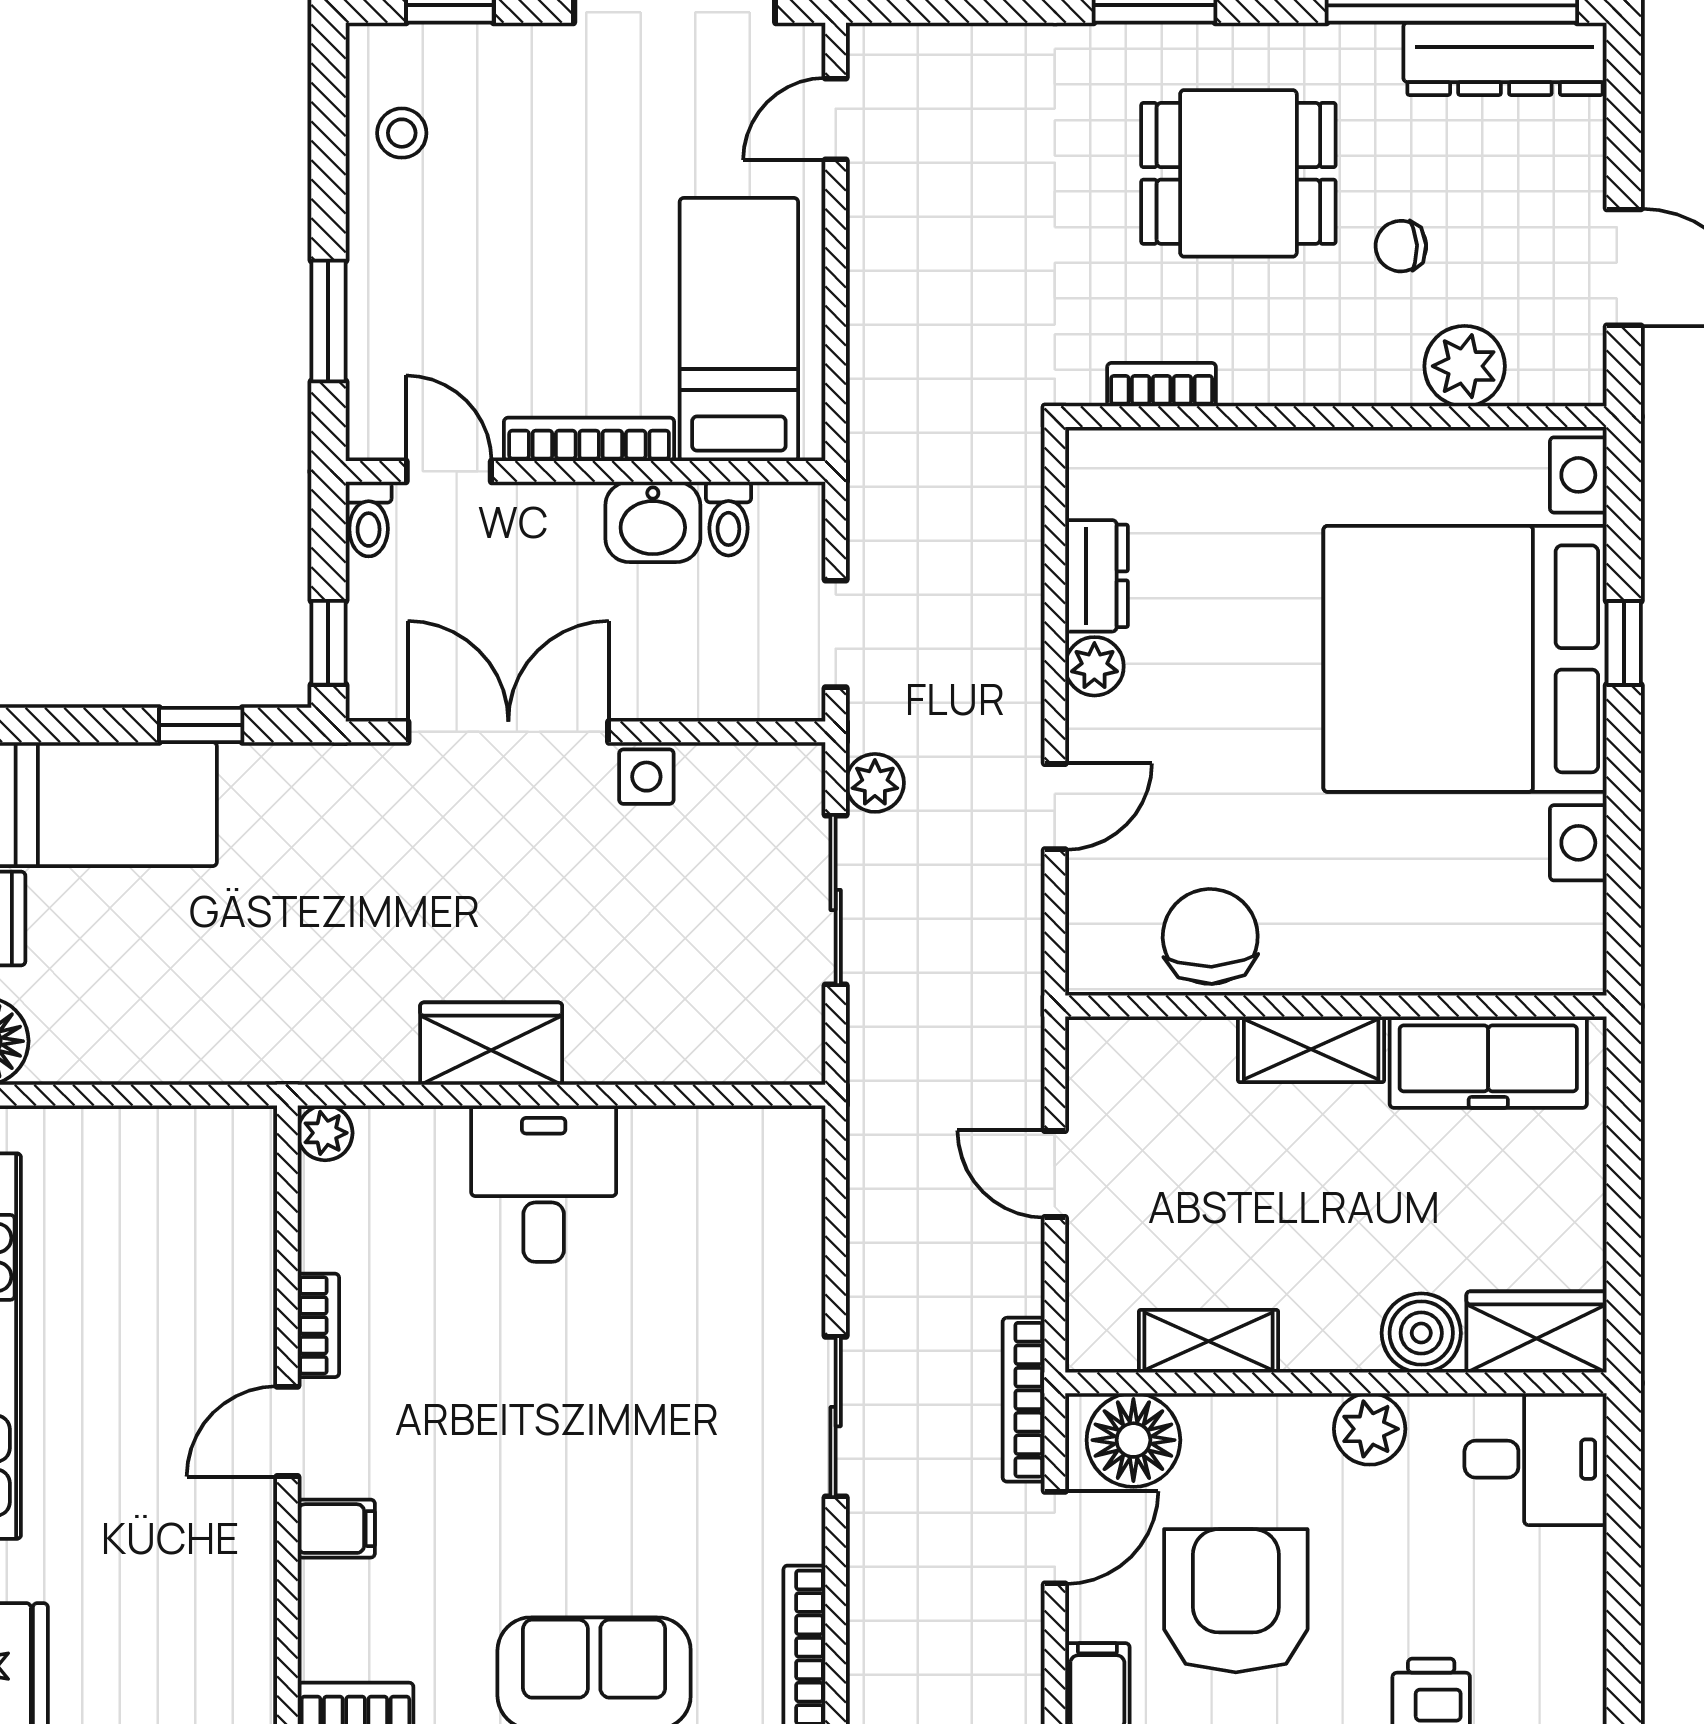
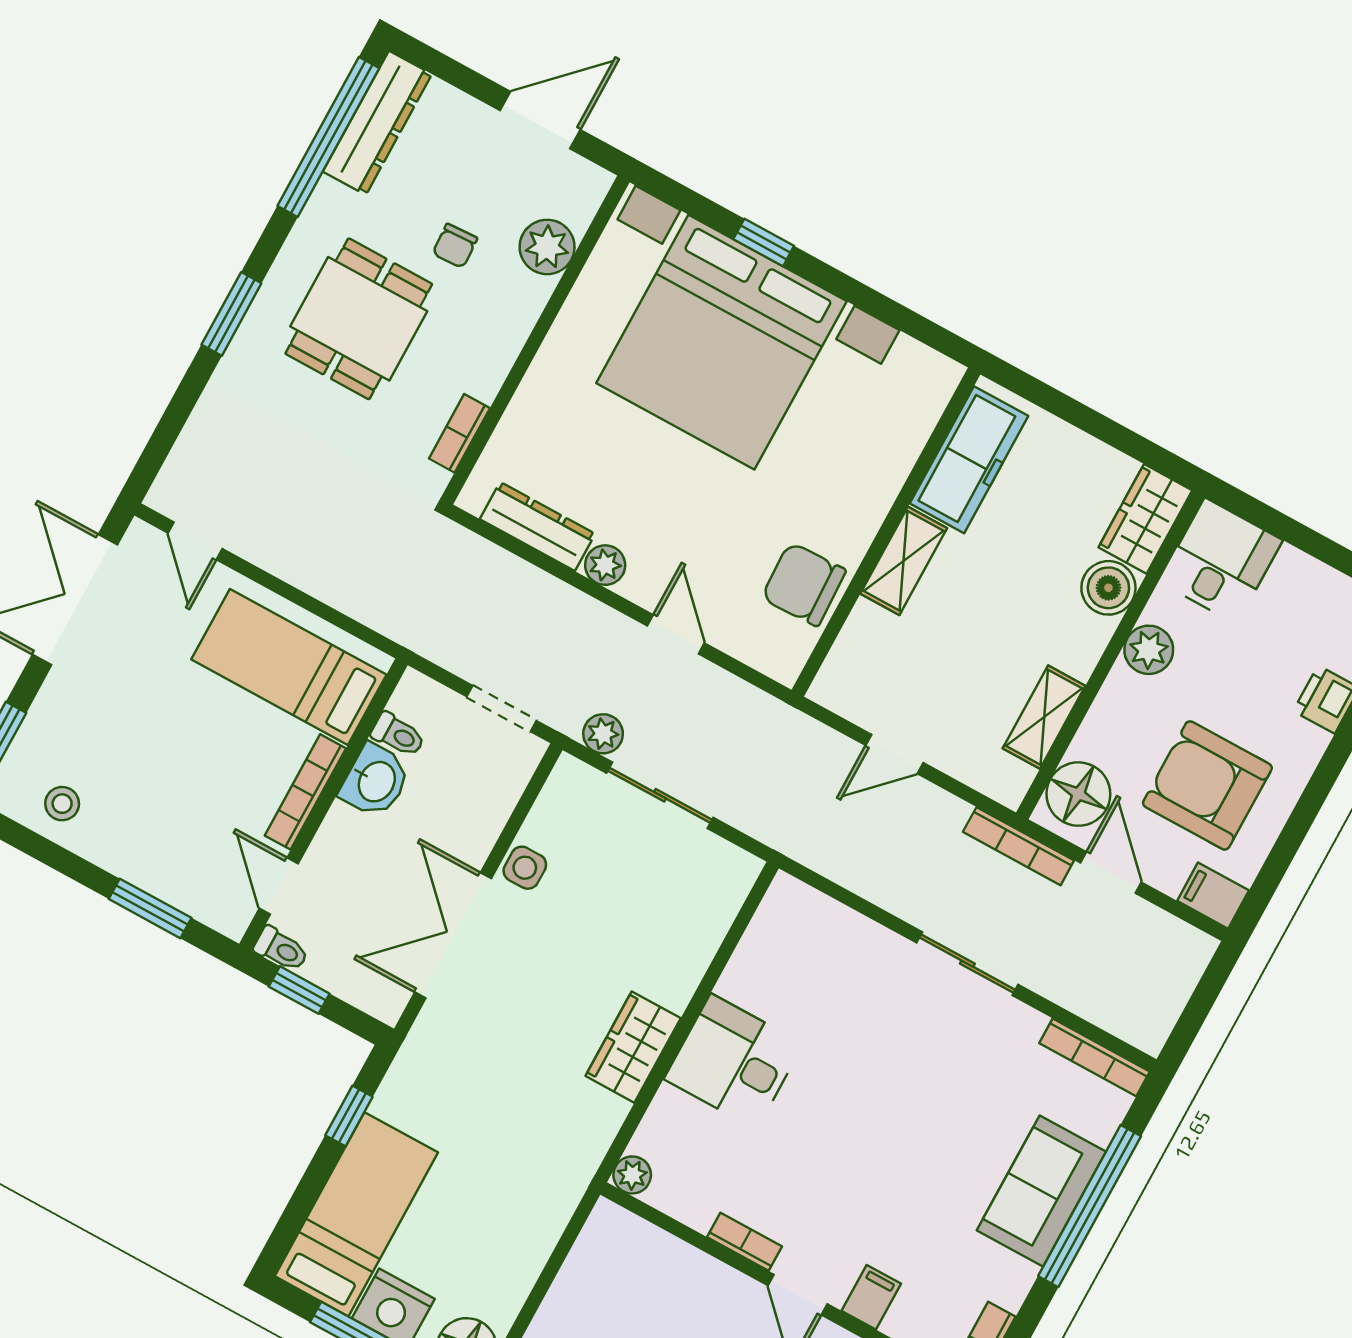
door: (449, 471) -> (279, 886), hinge flipped
dresser: (1097, 576) -> (538, 526), width x1.44
window: (328, 643) -> (299, 990), moved

